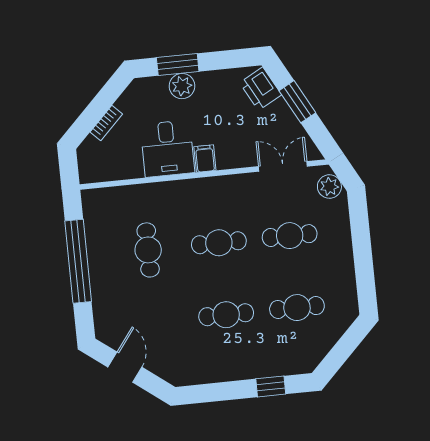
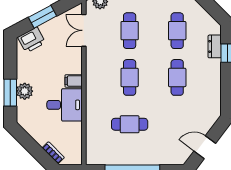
bookcase: (106, 123) -> (53, 153), moved
dresser: (279, 367) -> (215, 46), added

